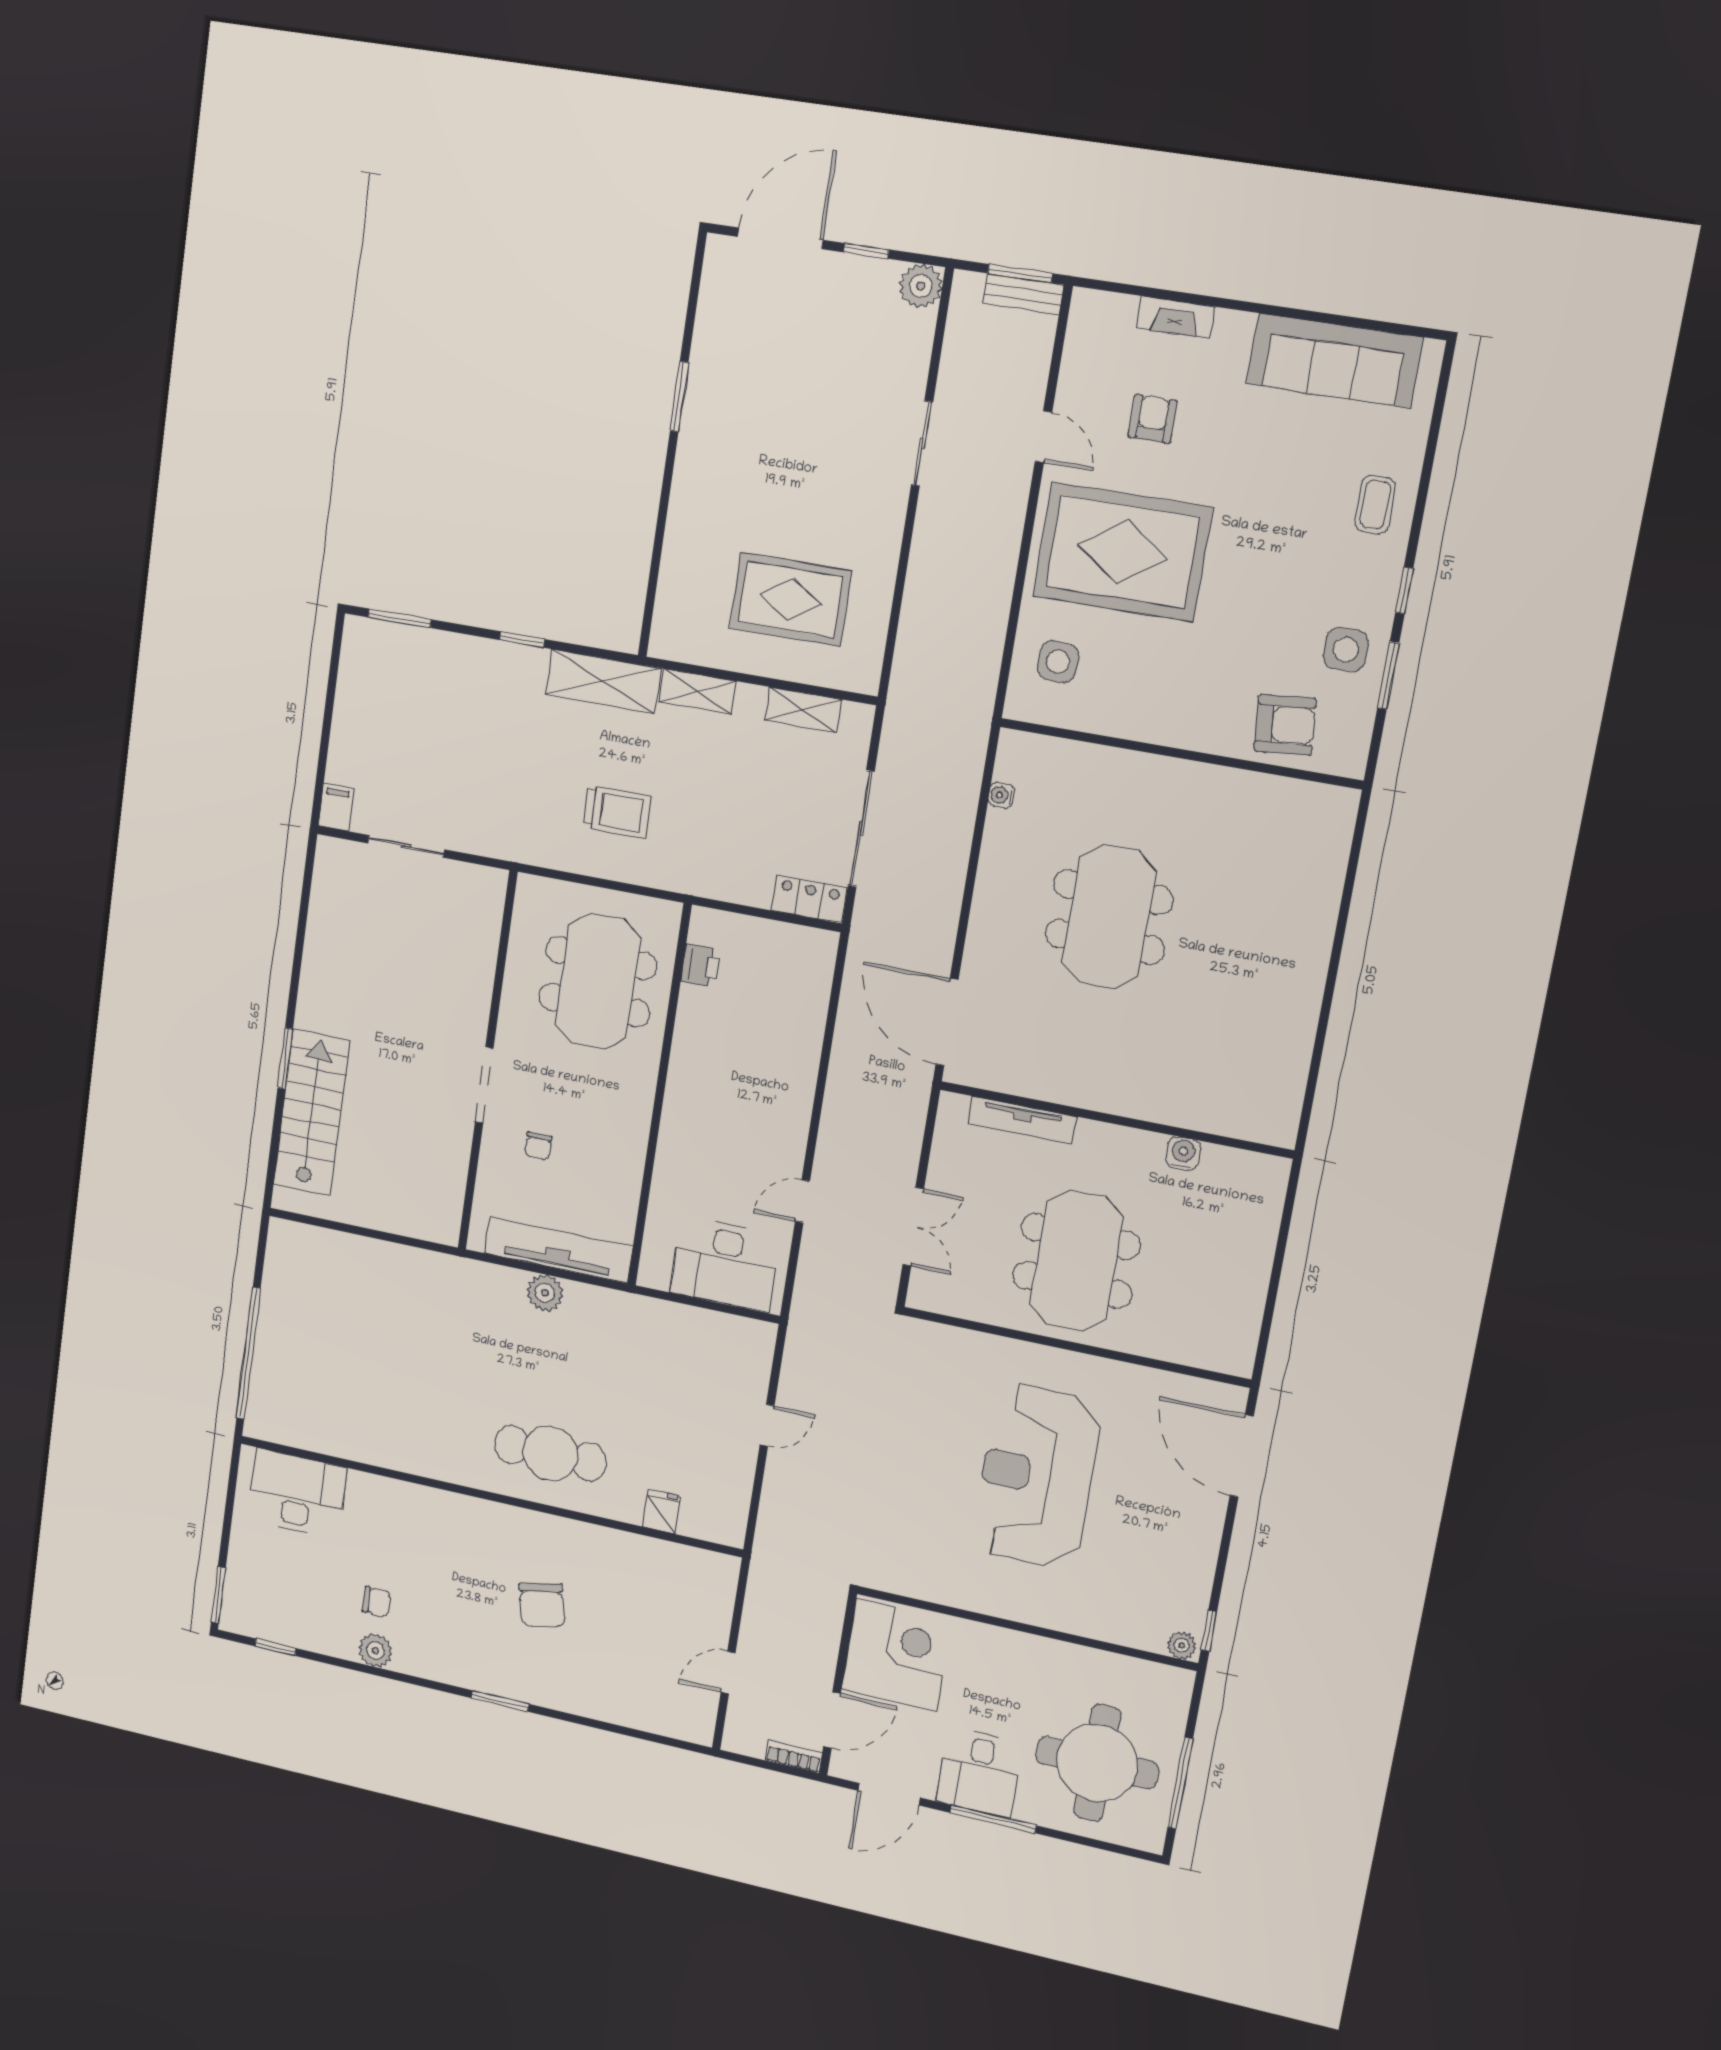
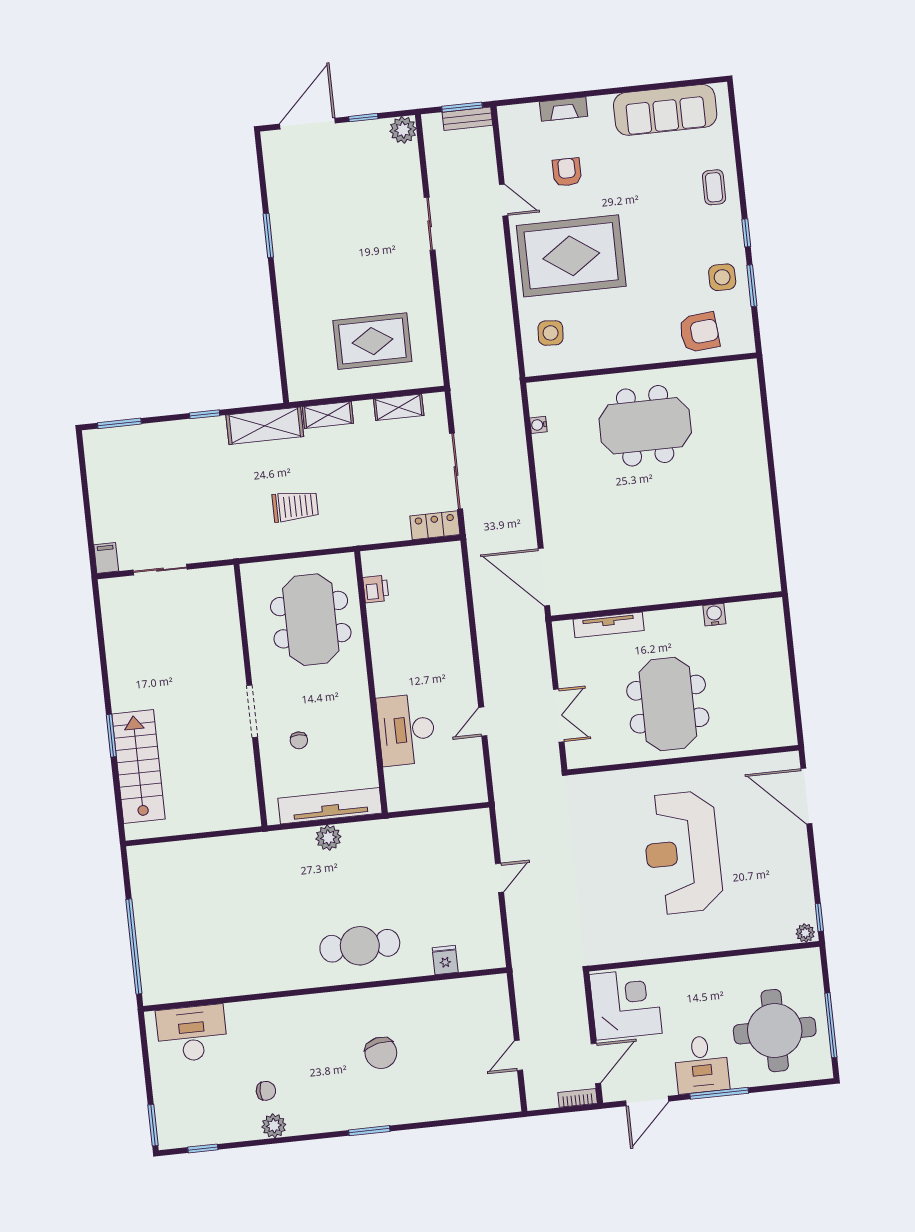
meeting table: (1109, 917) -> (645, 426), moved, turned 90
desk: (725, 1264) -> (406, 730), moved, turned 90

